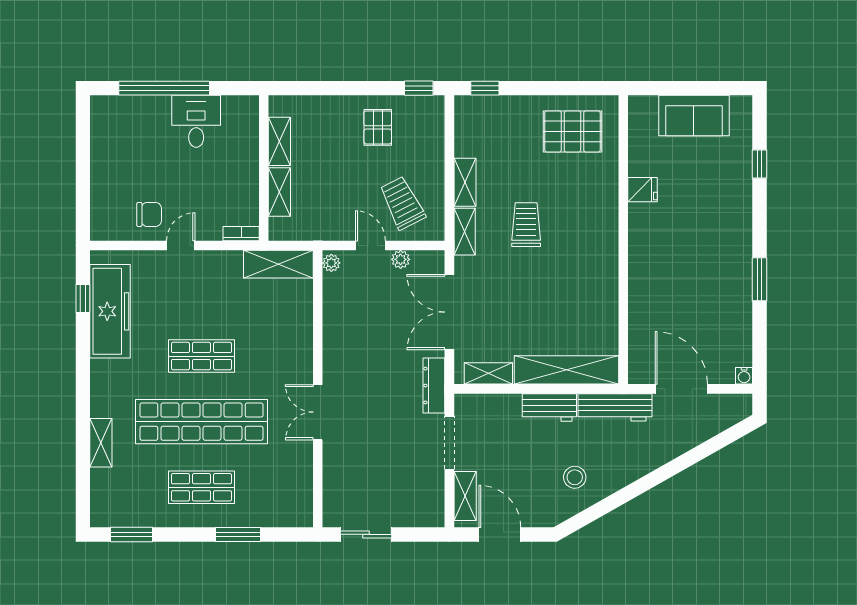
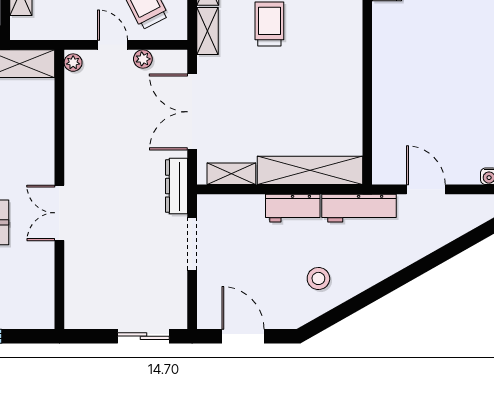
door: (681, 389) -> (426, 189), width x0.73
shelving: (465, 496) -> (208, 297), removed
sliding door: (366, 534) -> (143, 336), moved

